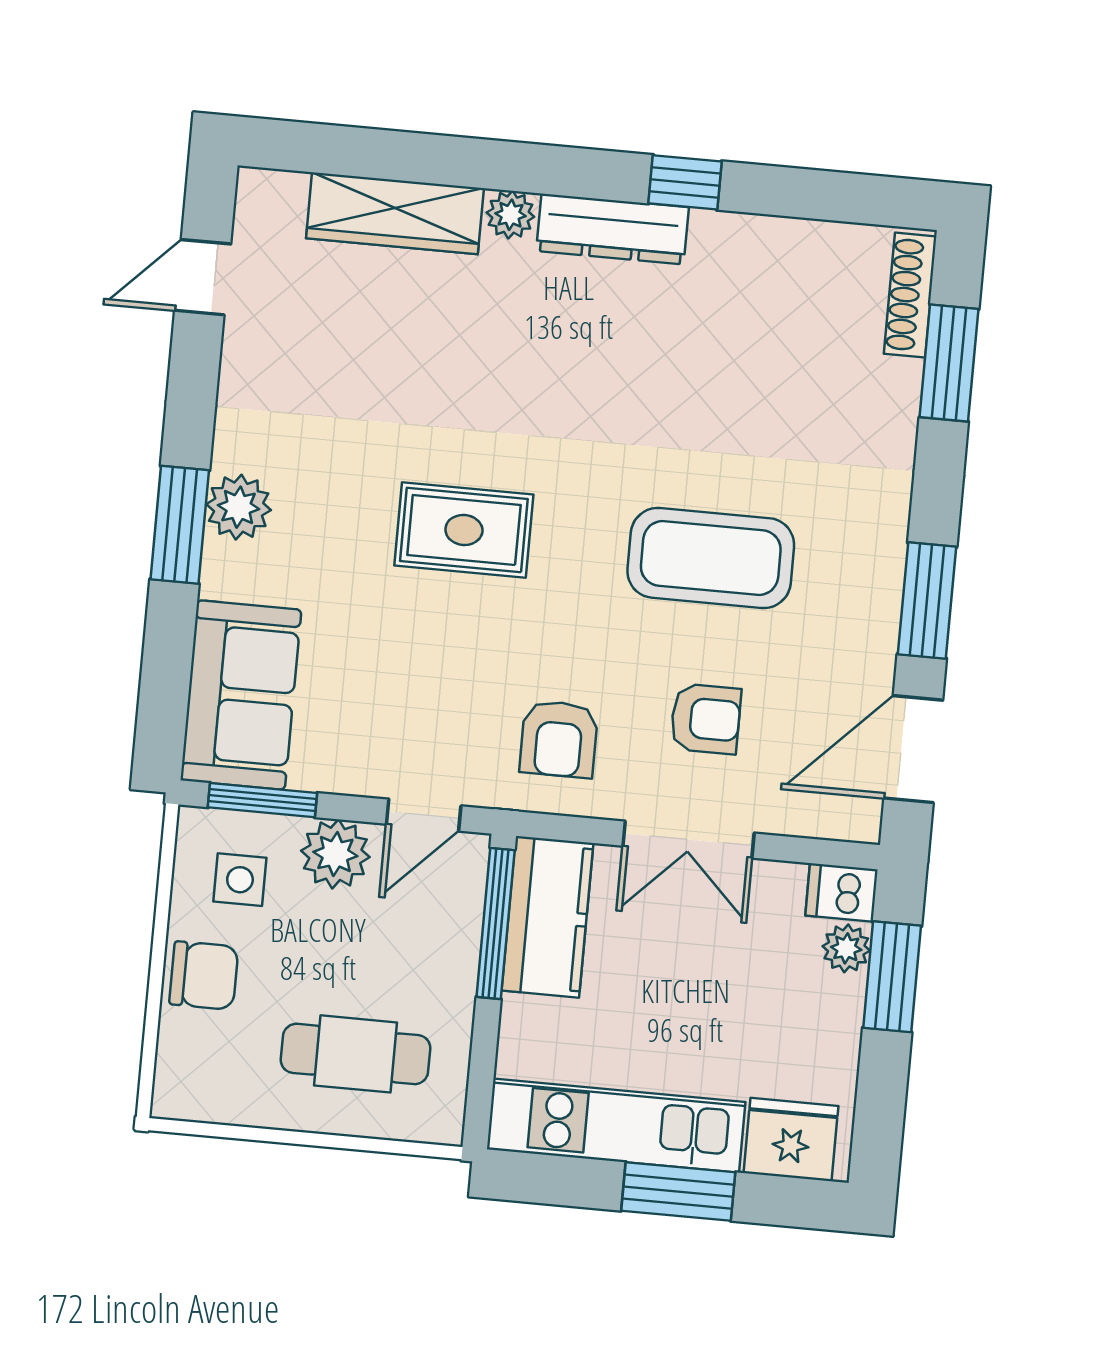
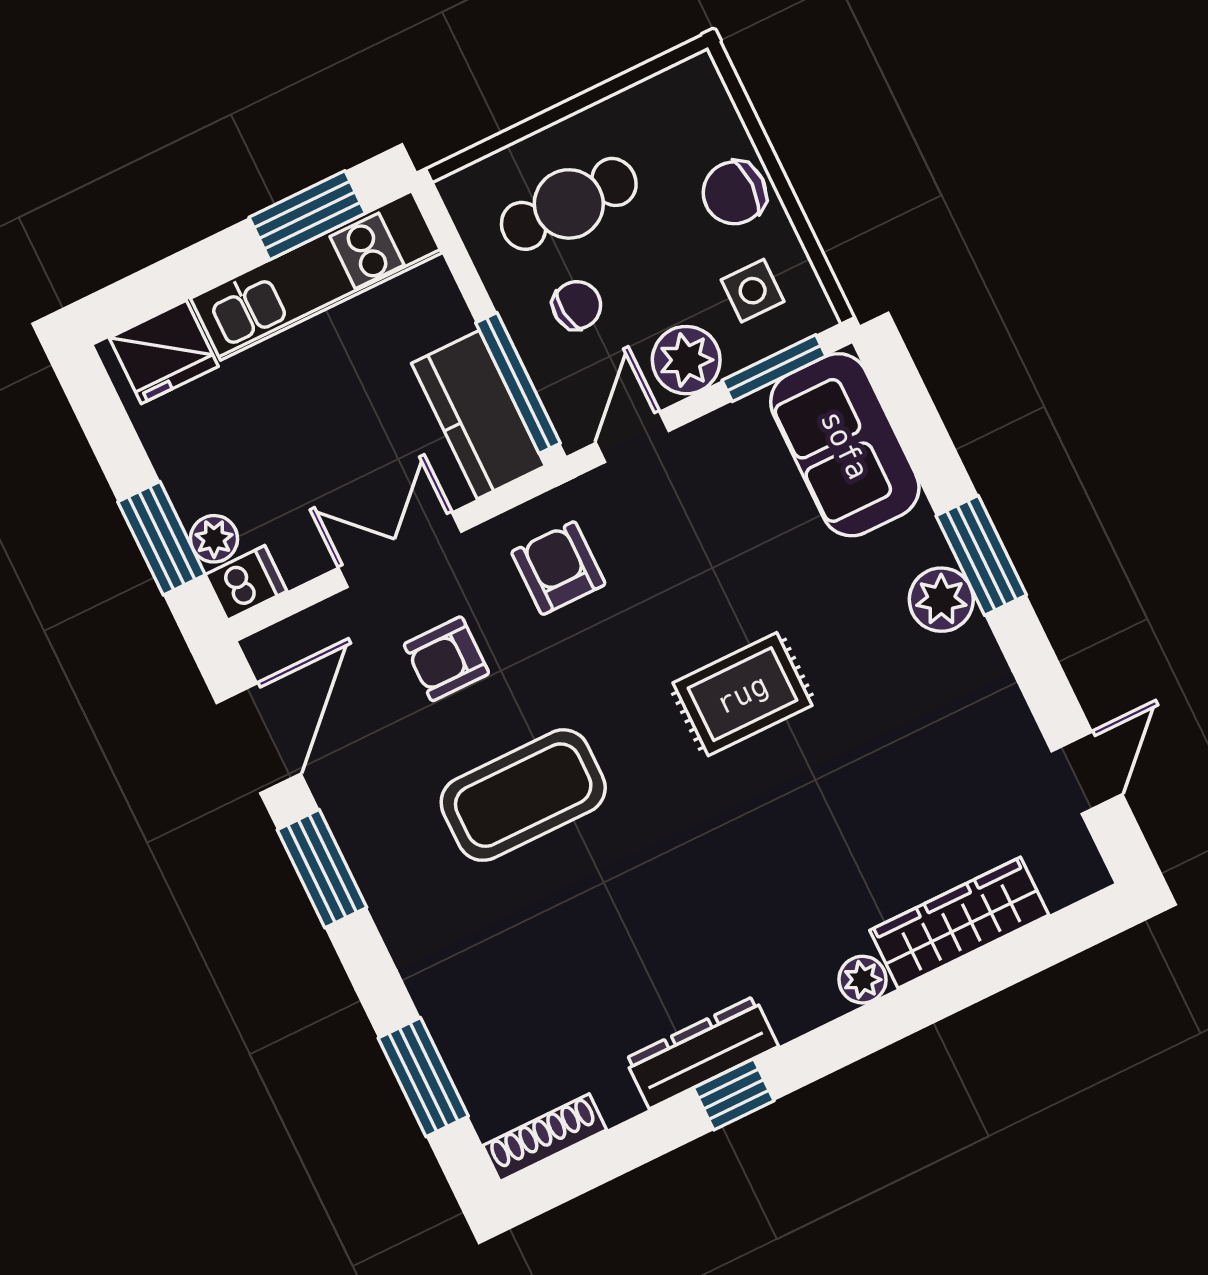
dresser: (613, 229) -> (702, 1052), moved
shoe rack: (910, 295) -> (545, 1138), moved, turned -90
chair: (402, 961) -> (577, 305), added
window: (678, 1192) -> (307, 215), moved

